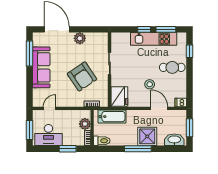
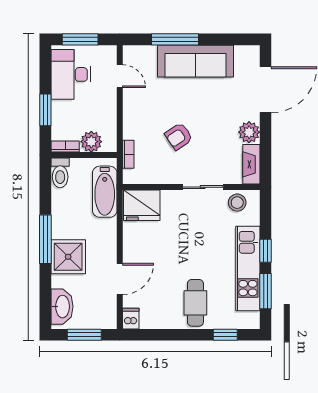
fireplace: (97, 37) -> (251, 164), added
window: (29, 54) -> (175, 39), moved
armchair: (82, 76) -> (179, 136), width x0.53, depth x0.53
stool: (150, 84) -> (237, 203), moved

